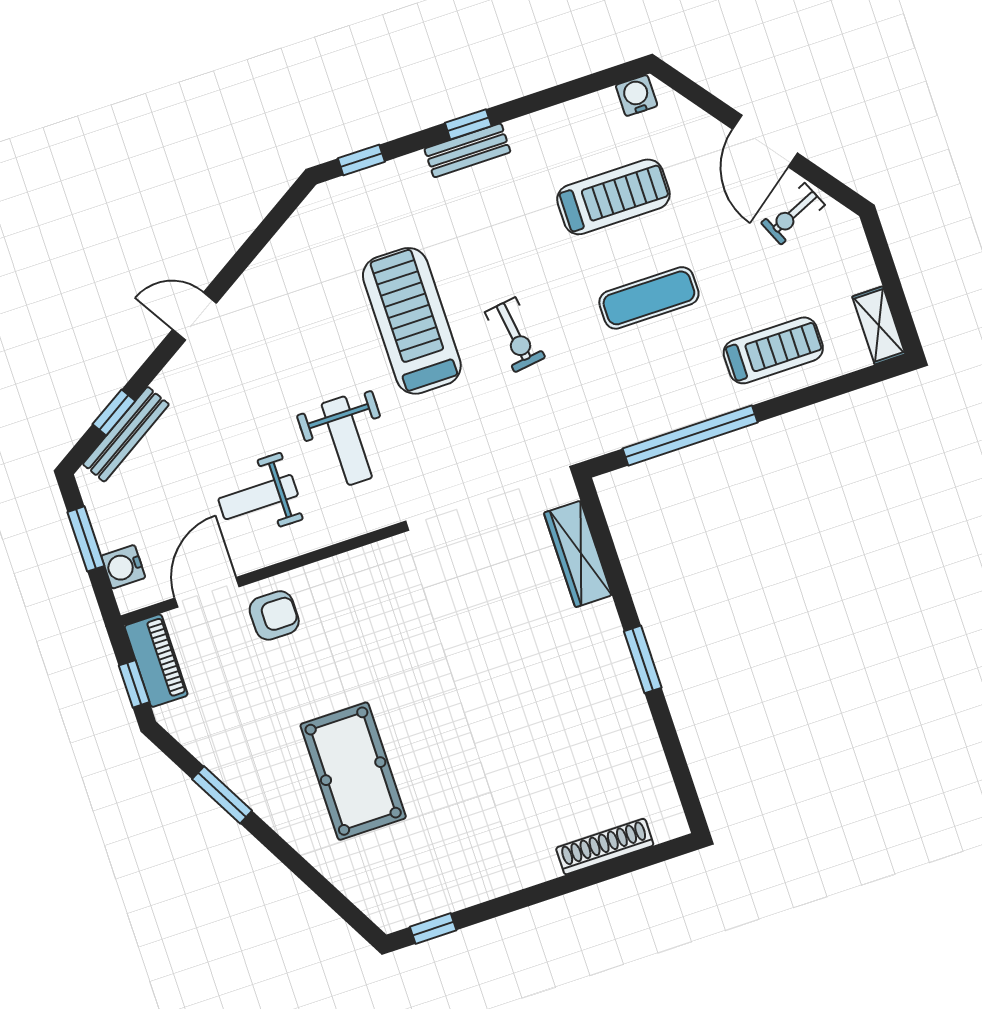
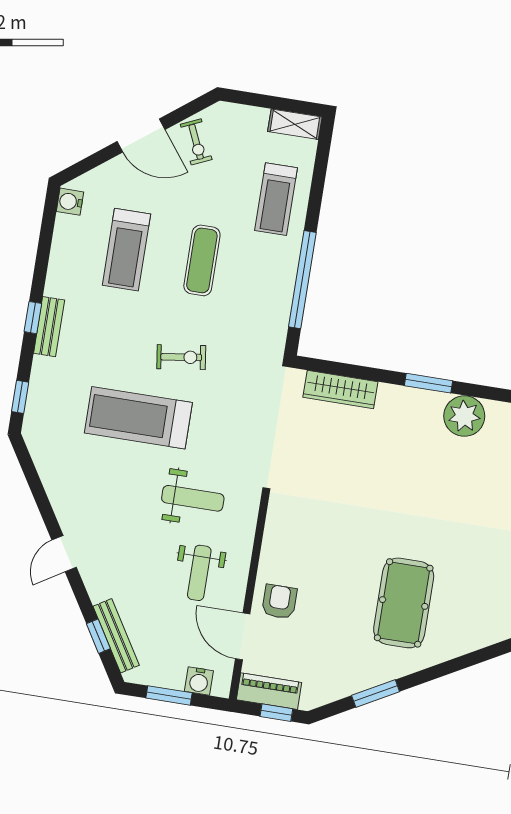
treadmill: (613, 197) -> (126, 250), turned 180
treadmill: (773, 350) -> (276, 199), turned 180
plant: (625, 725) -> (464, 416), added
pool table: (353, 771) -> (404, 603), turned 90

